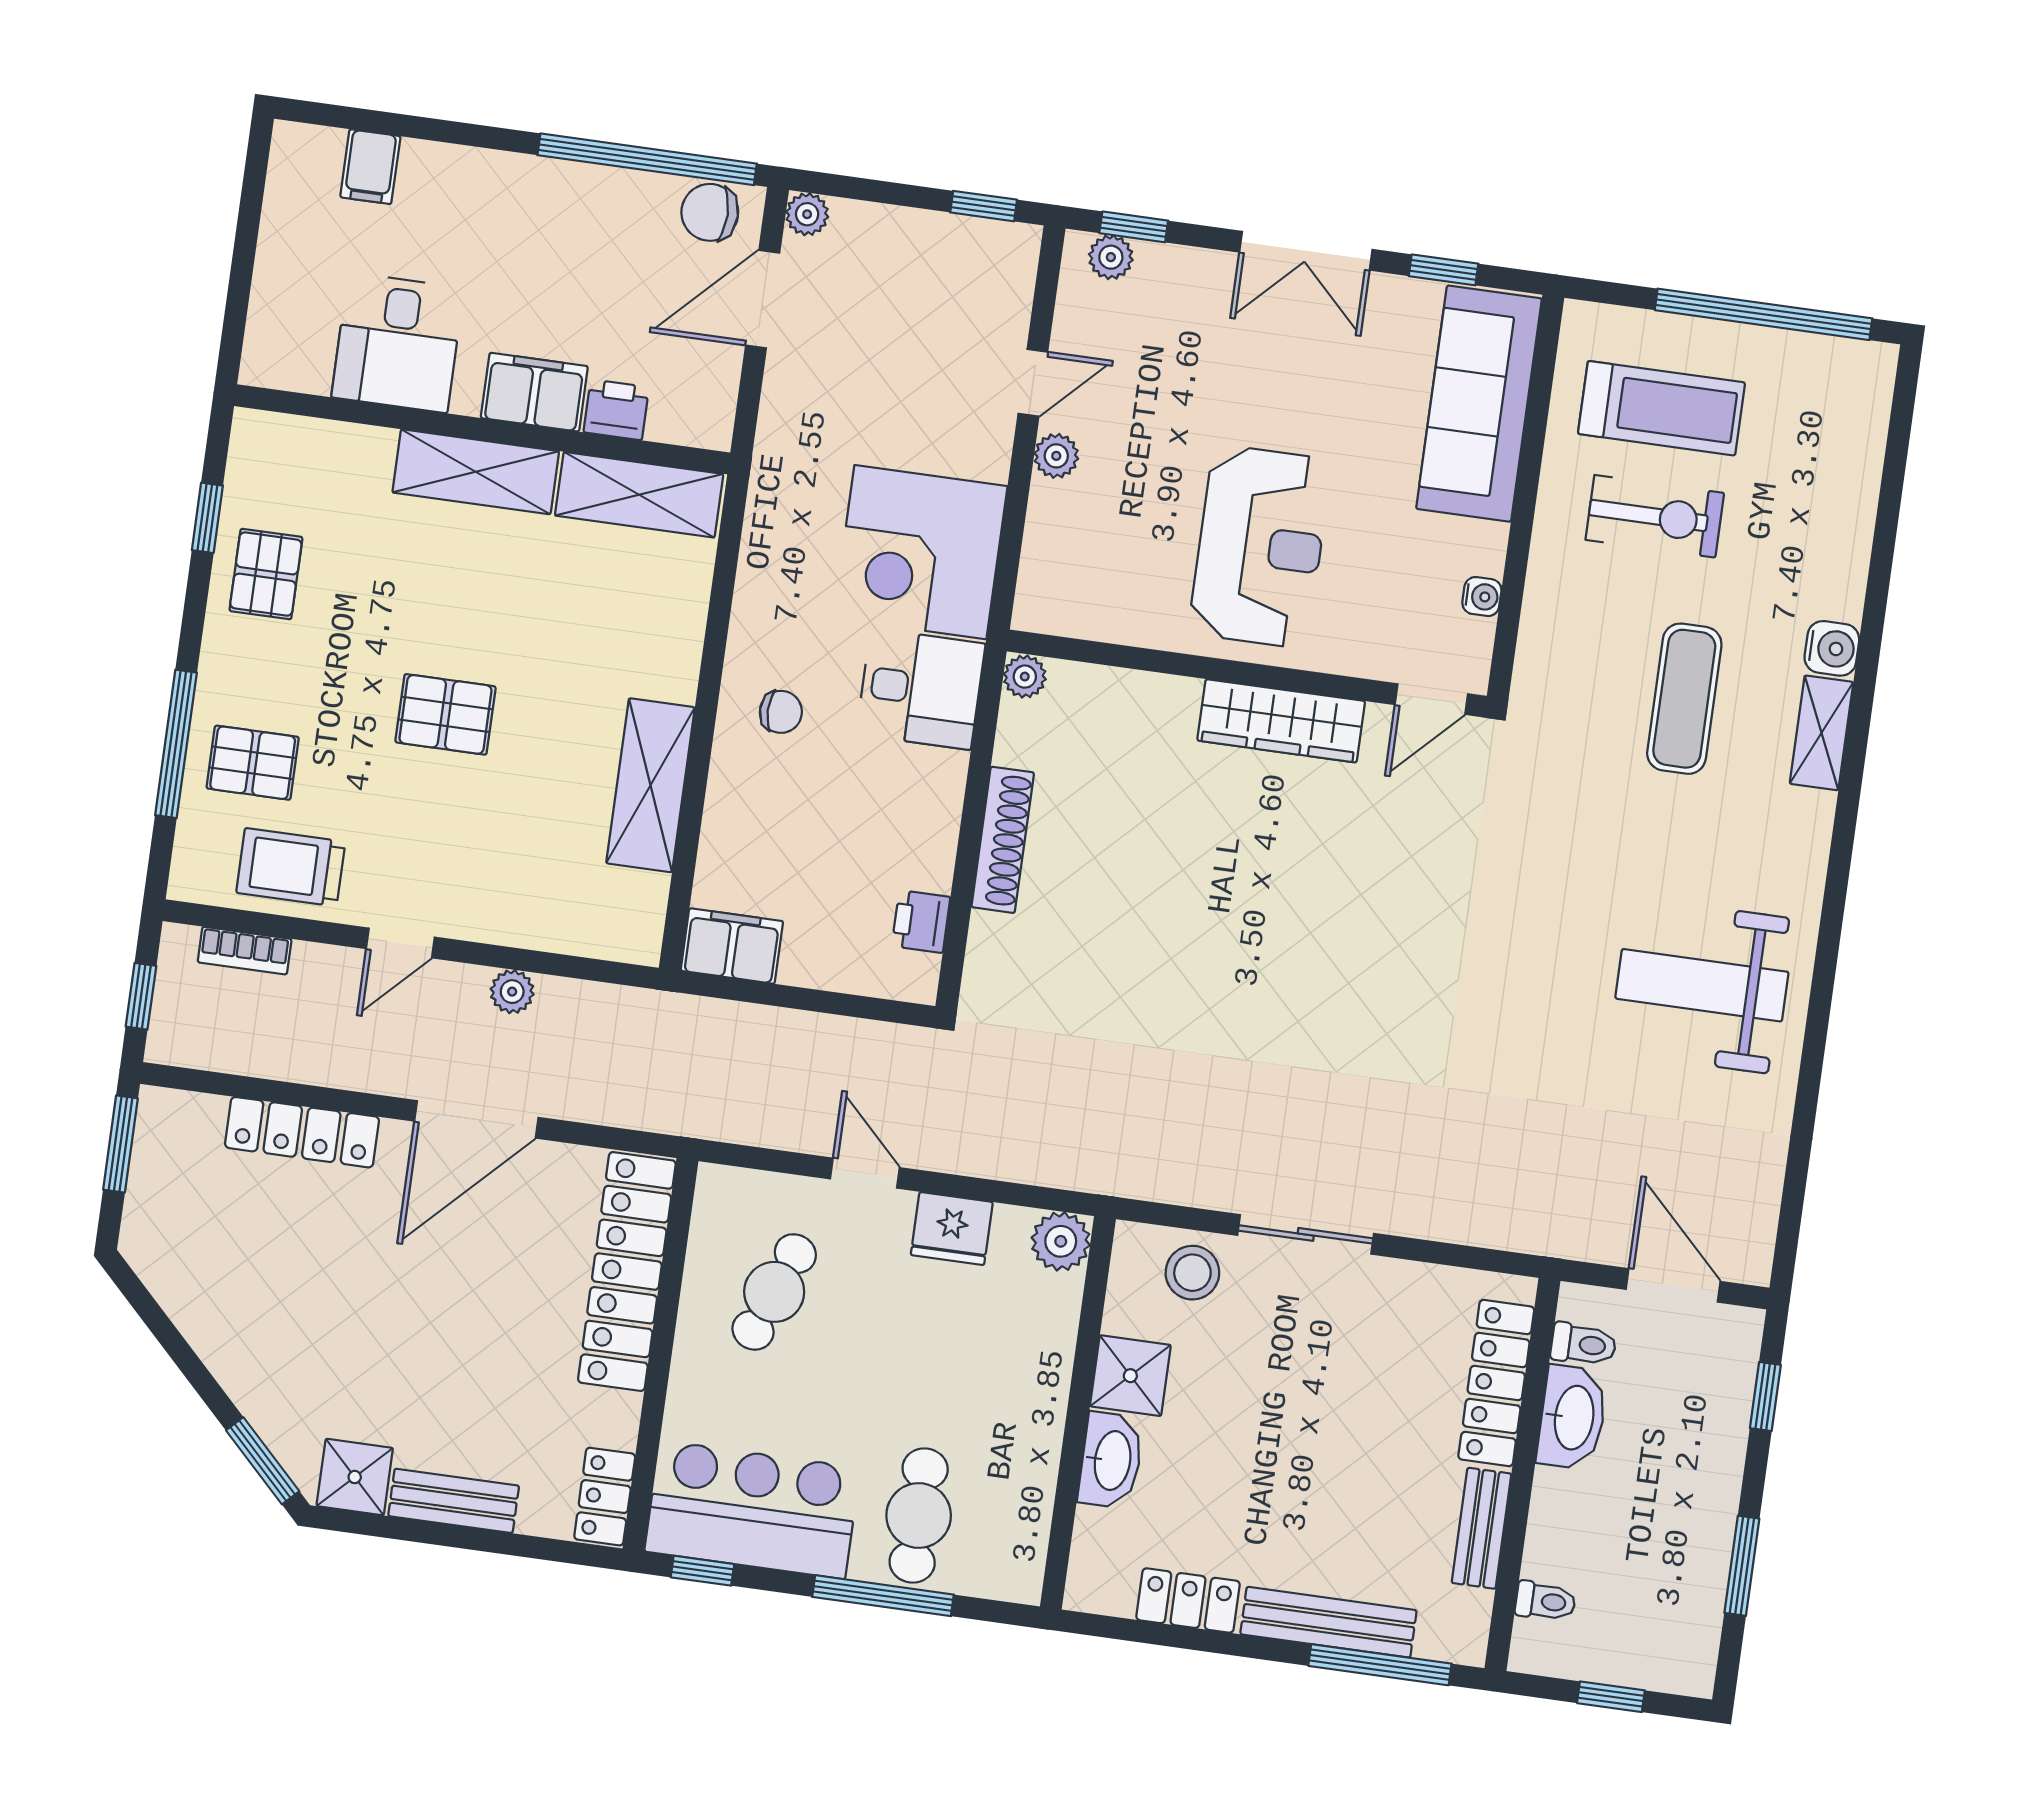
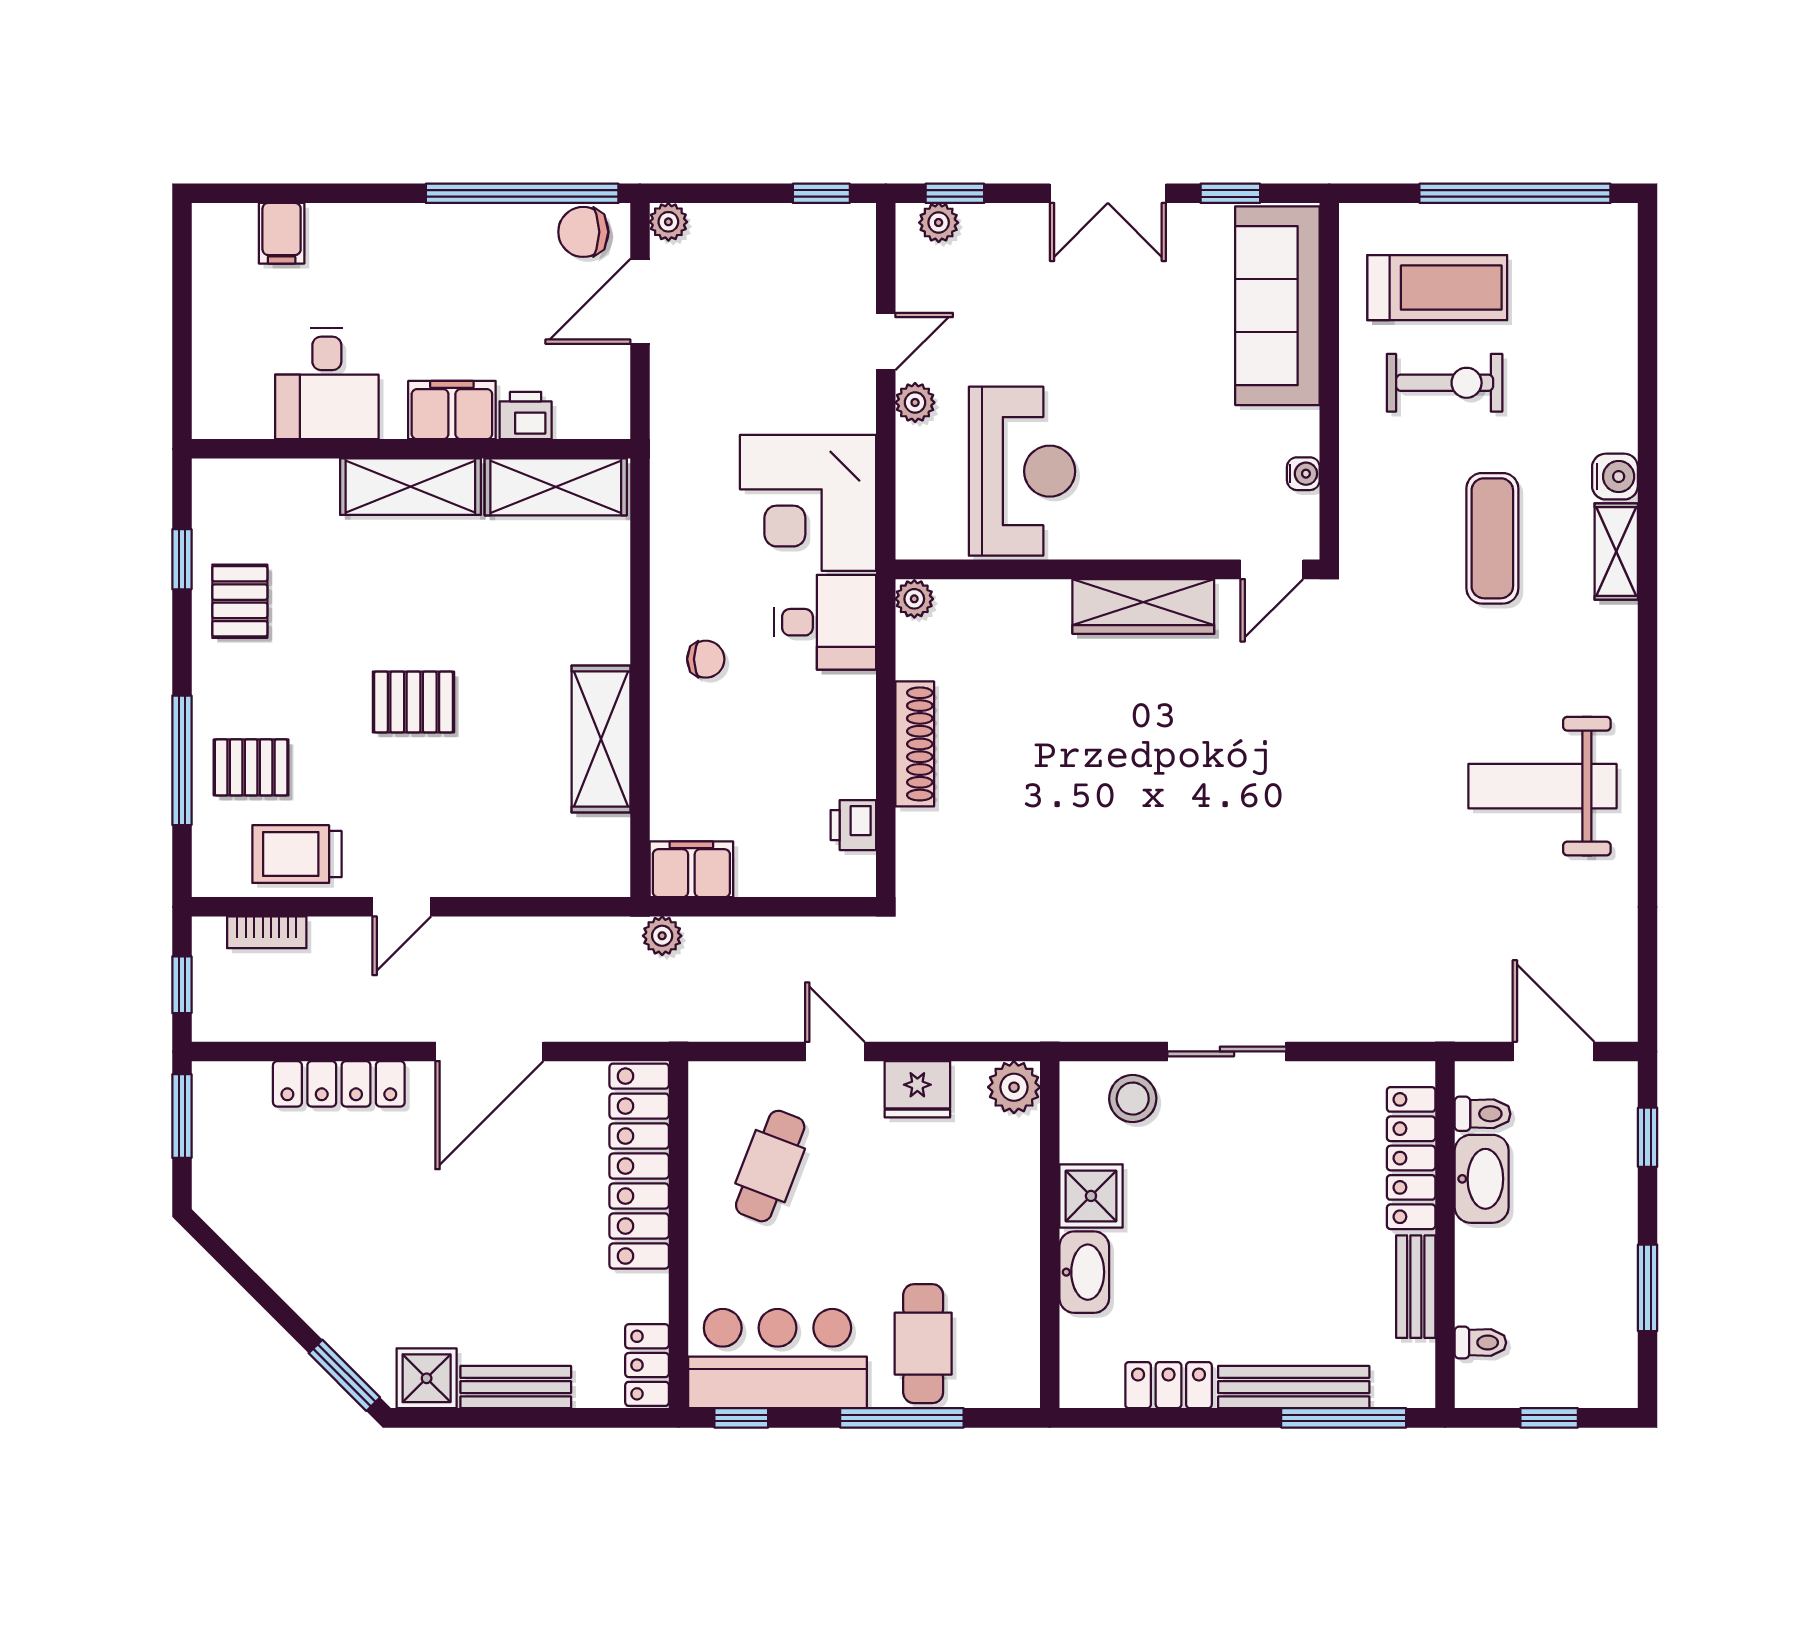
reception desk: (1260, 546) -> (1022, 471), moved
plant: (512, 992) -> (662, 936), moved

